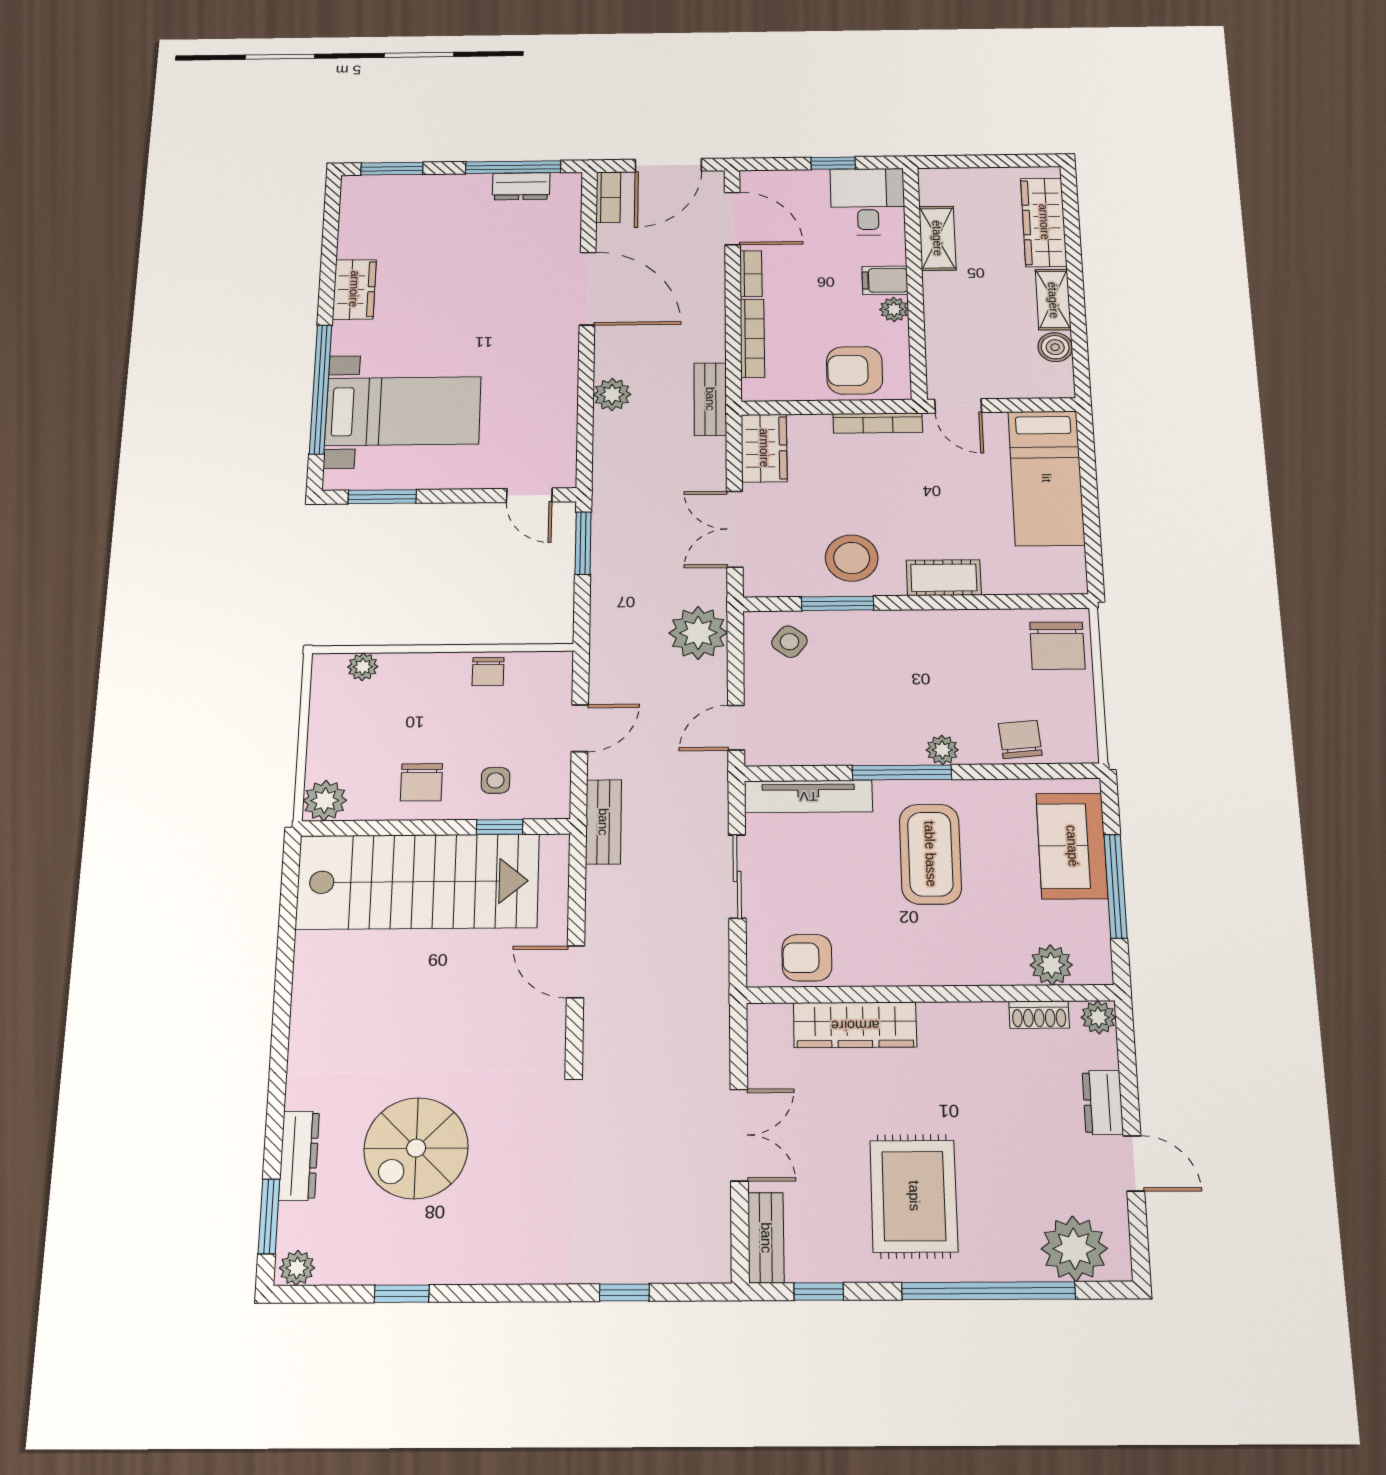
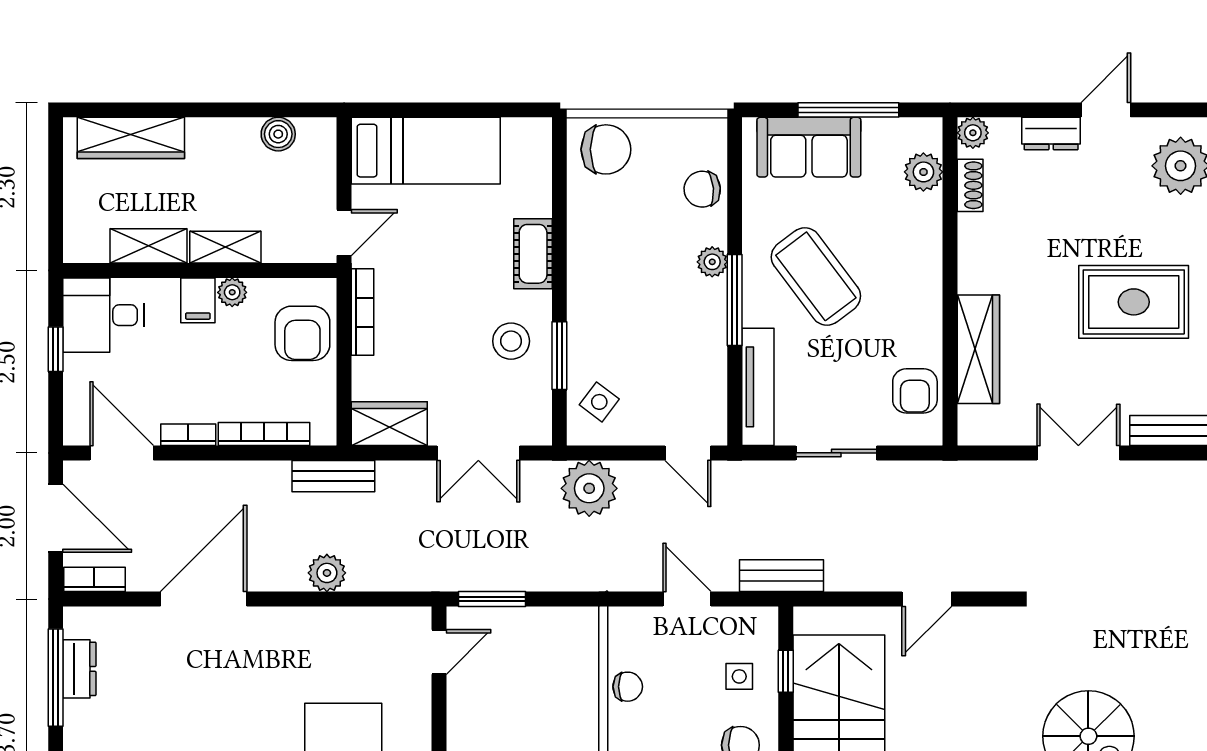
door: (732, 219) -> (122, 453), hinge flipped
shelving: (1053, 300) -> (225, 247), moved
stool: (852, 558) -> (511, 341), width x0.73, depth x0.73
coffee table: (930, 854) -> (816, 276), turned 53

